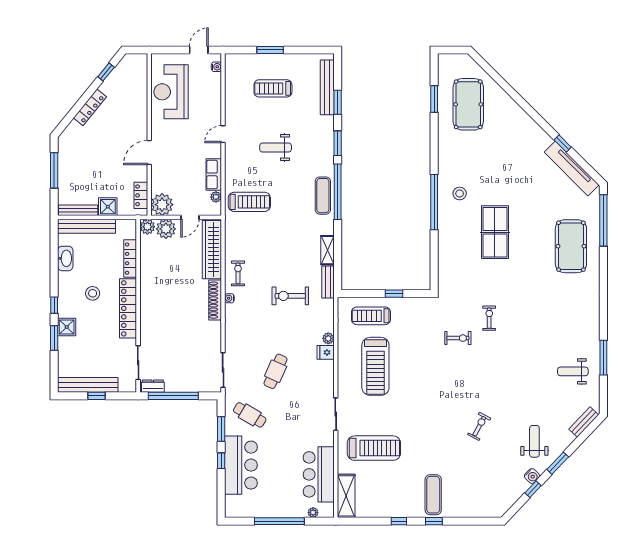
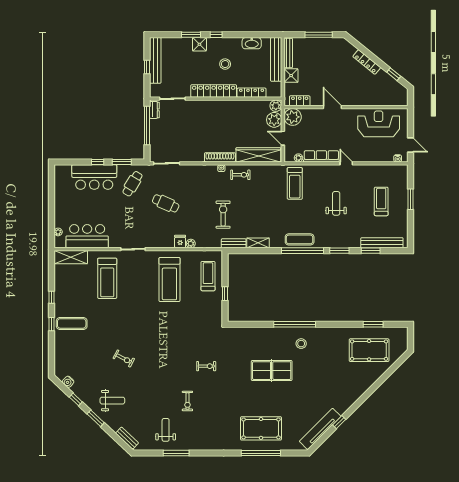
row of seats: (214, 174) -> (321, 156), width x1.48
window: (603, 220) -> (261, 453), moved
exercise bike: (458, 338) -> (187, 401), moved
treadmill: (375, 366) -> (169, 279), turned -90
water cooler: (532, 476) -> (68, 382), moved
window: (279, 521) -> (52, 206), removed

